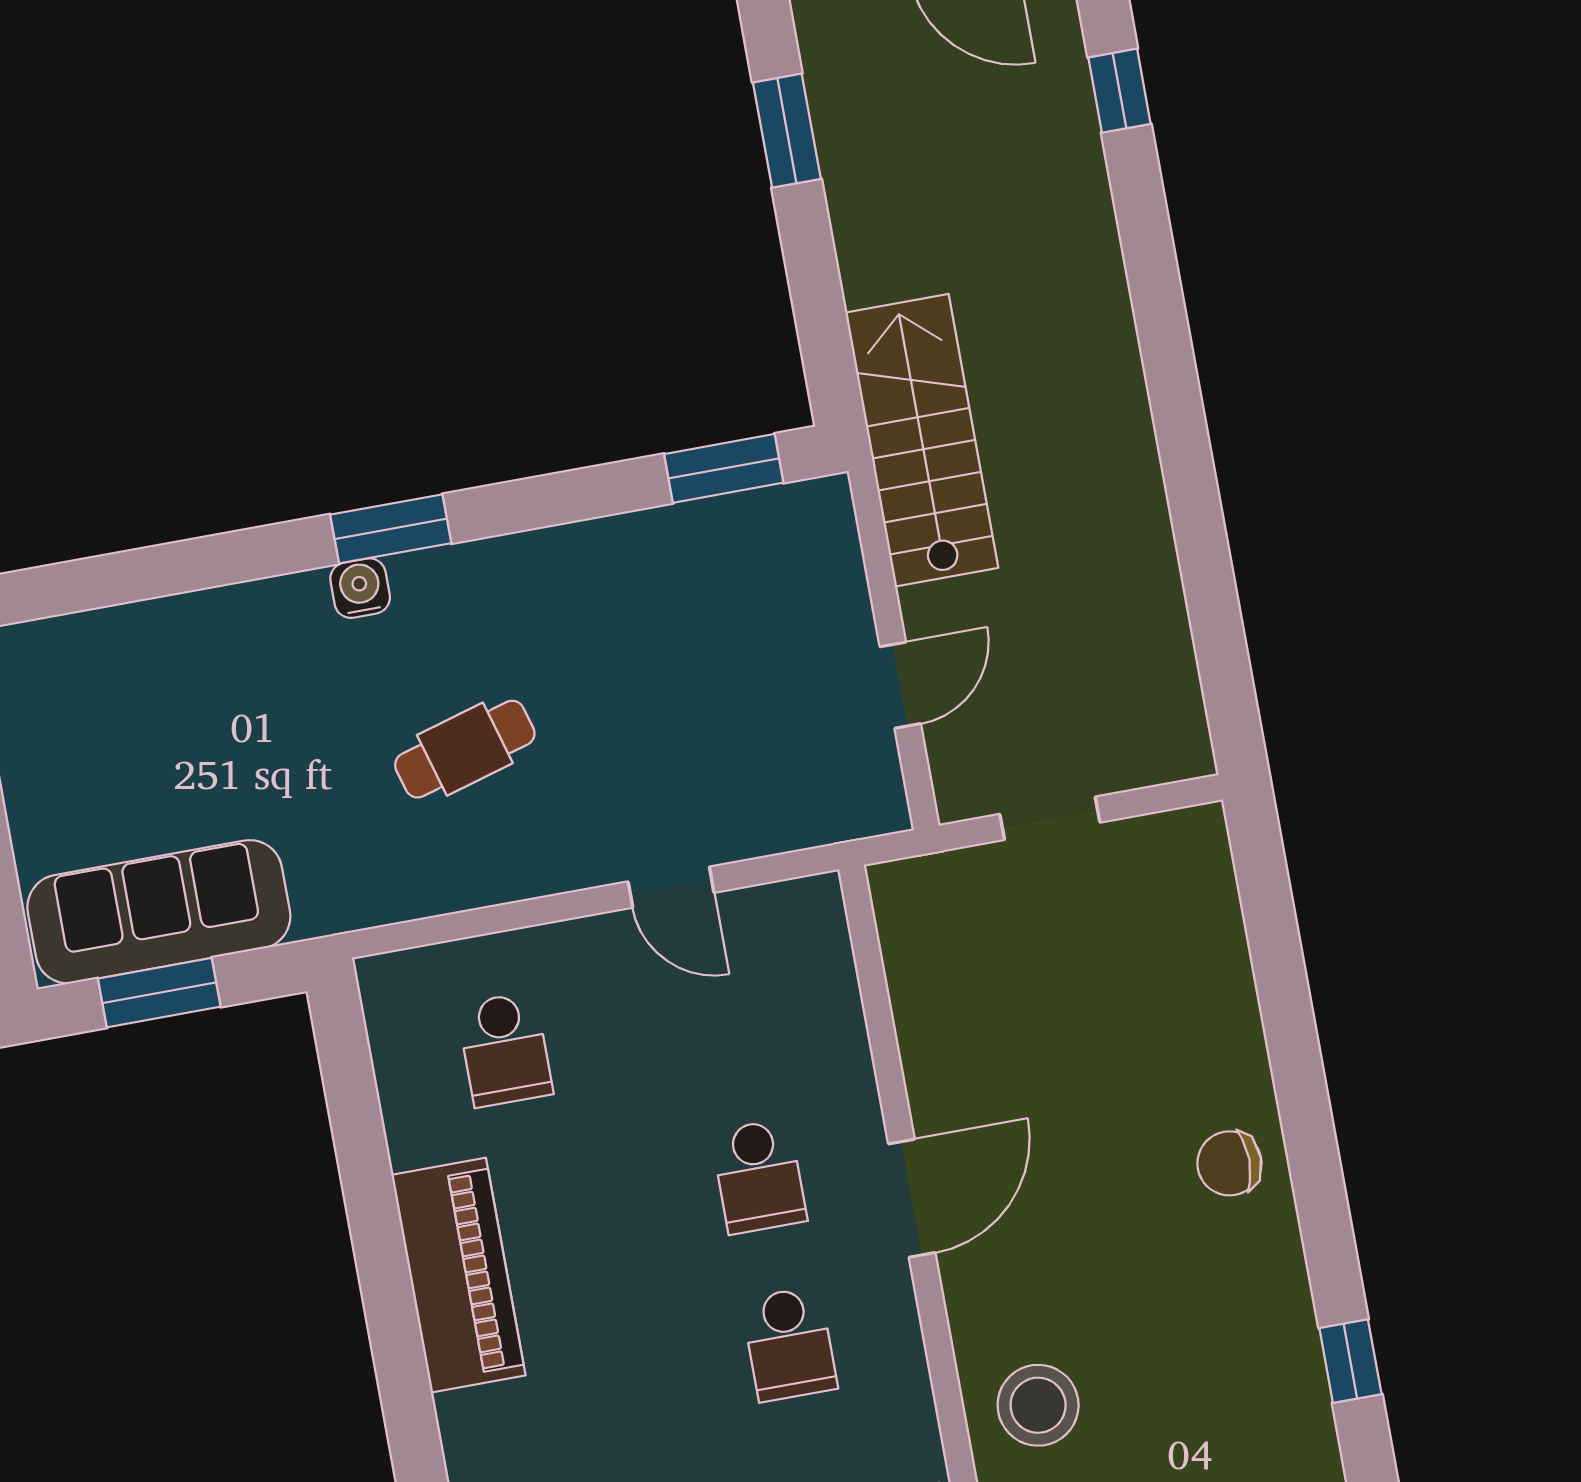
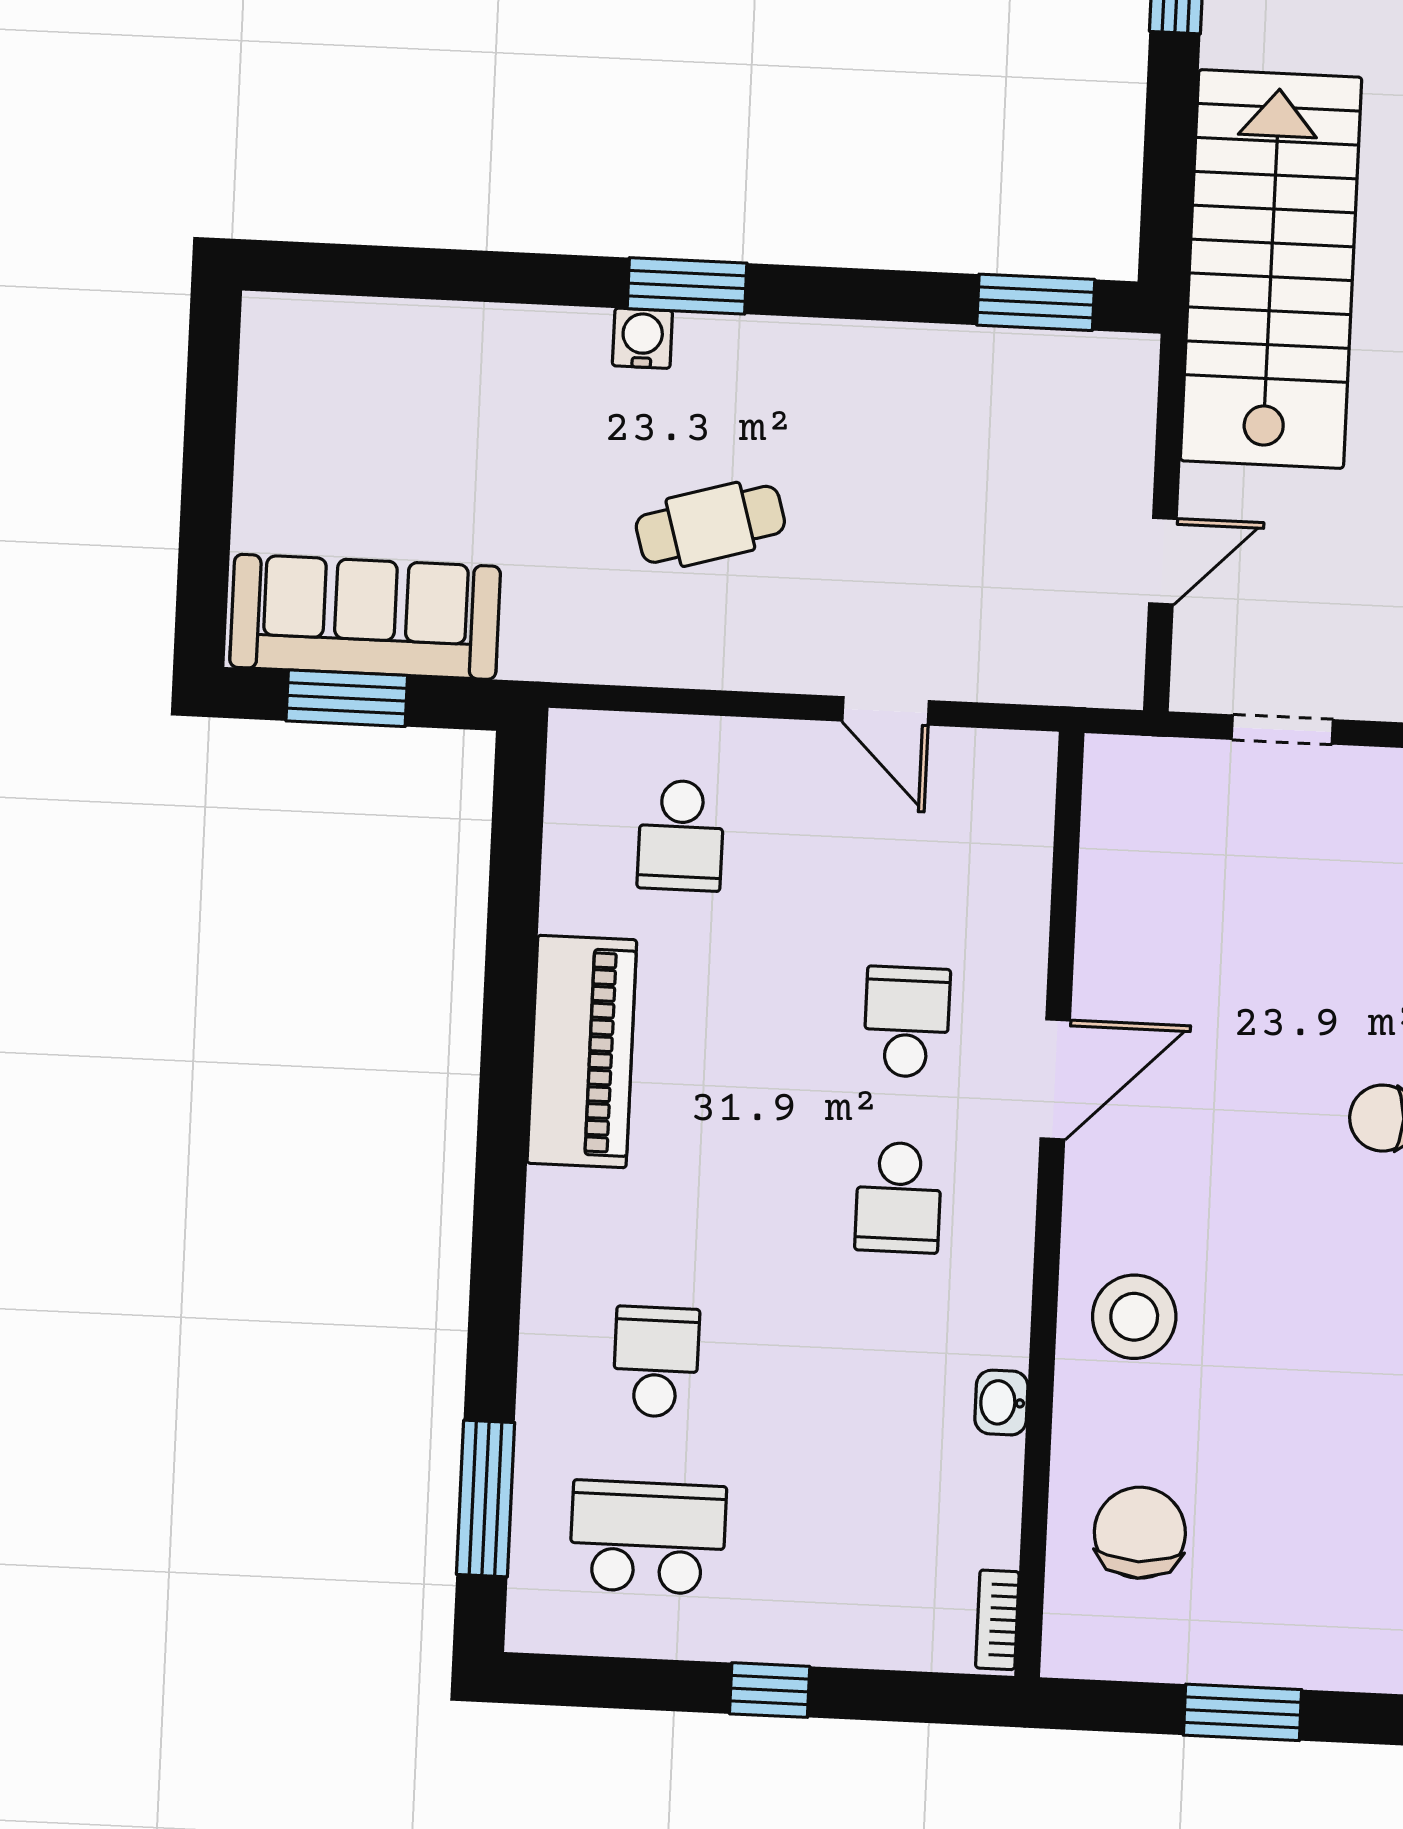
stairs: (922, 440) -> (1271, 269), width x1.36, depth x1.51
school desk: (759, 1176) -> (907, 1022), turned 180

